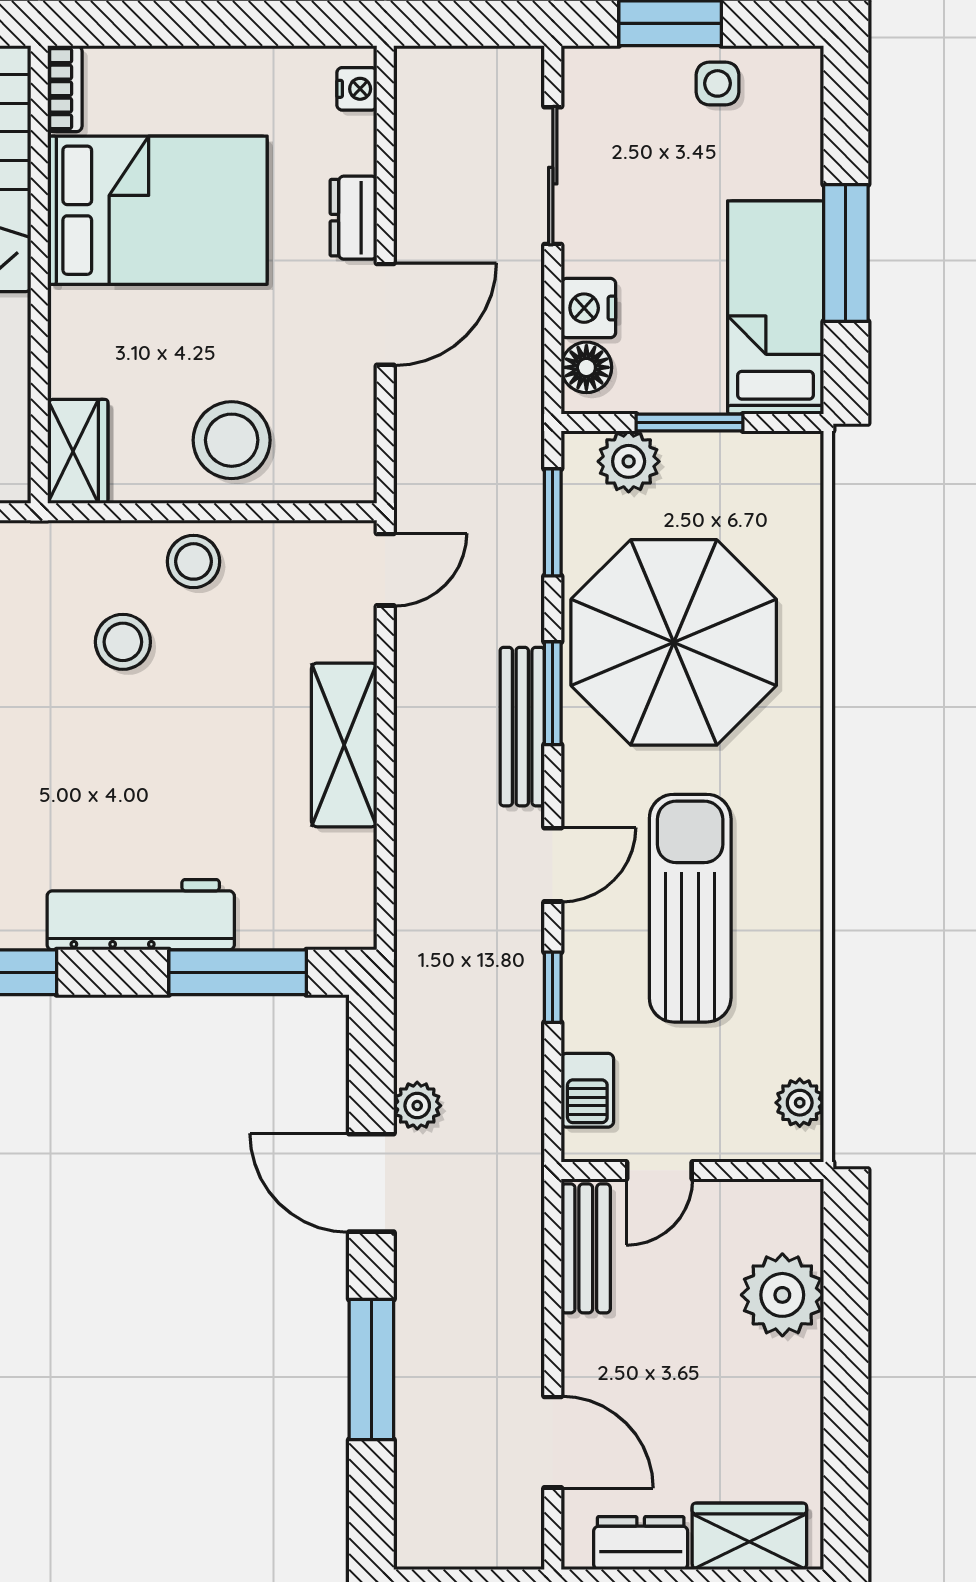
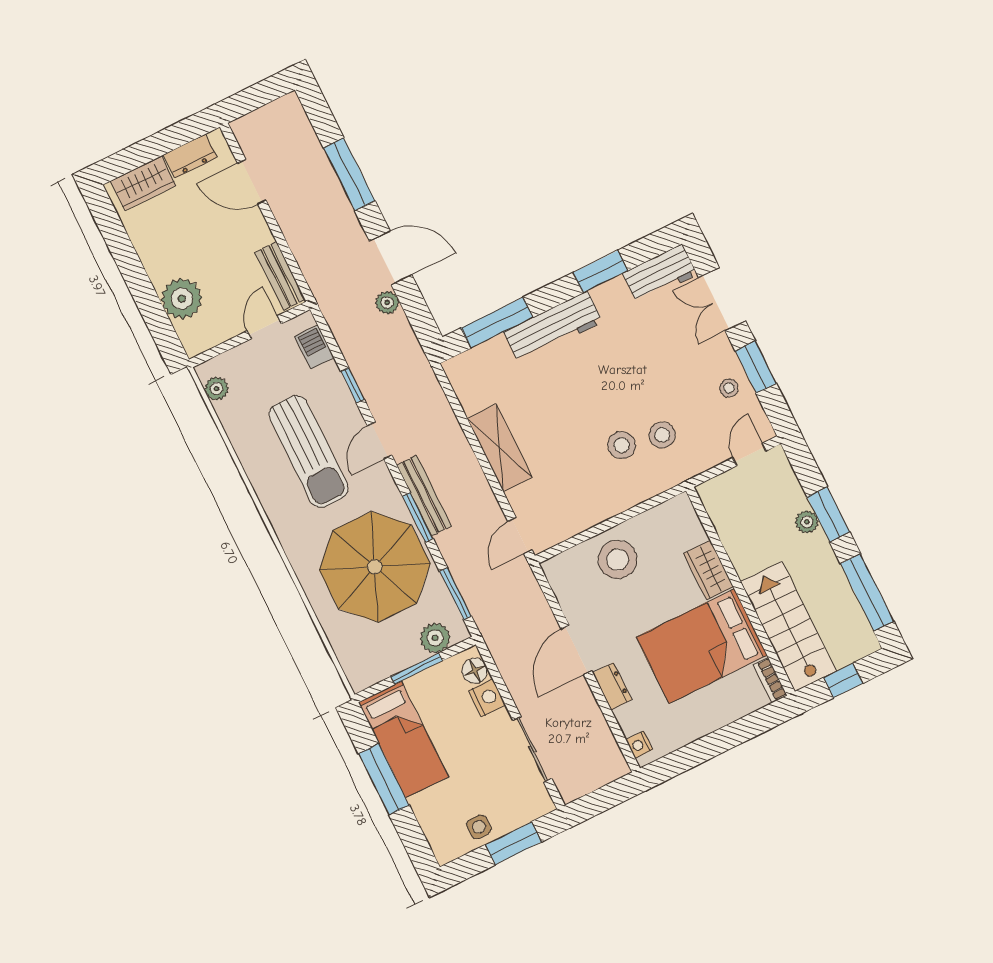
wardrobe: (78, 451) -> (708, 570), moved
stool: (194, 561) -> (662, 435), moved

